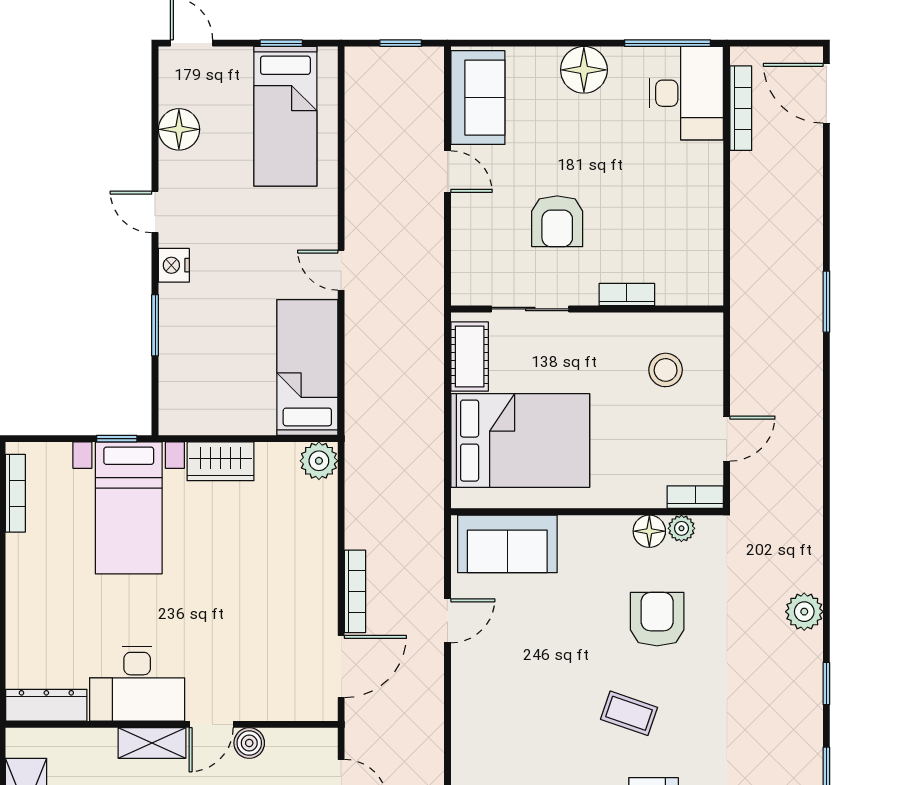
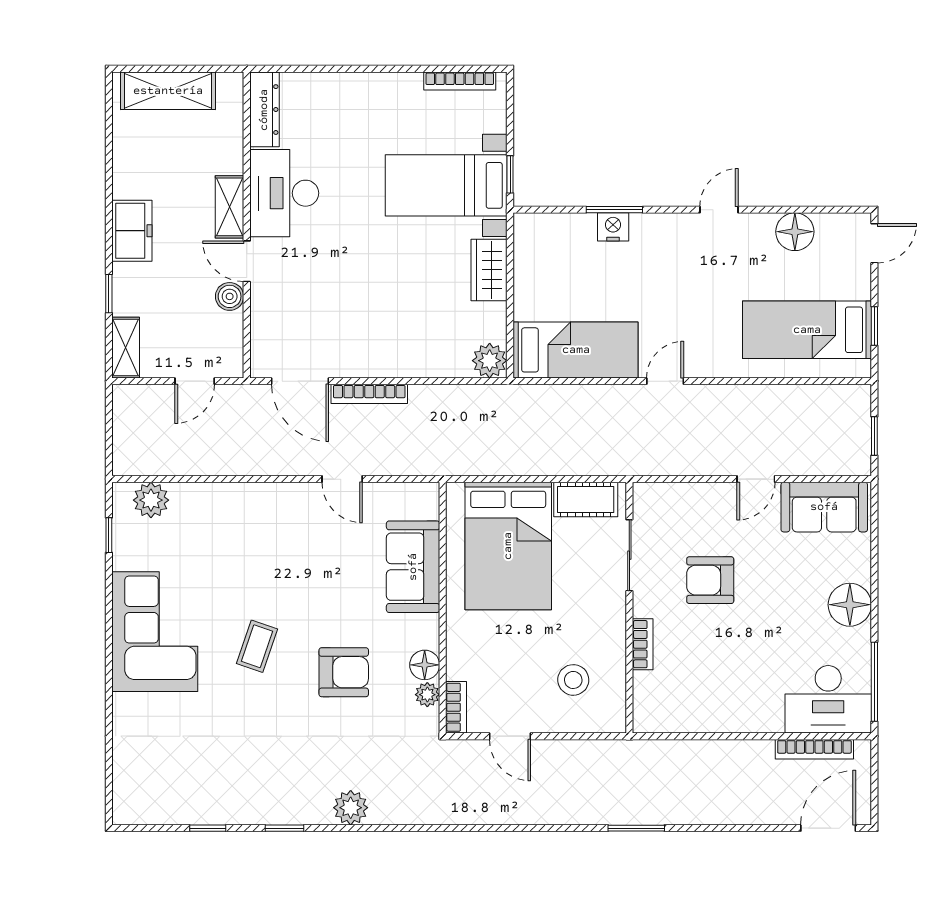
nightstand: (174, 265) -> (613, 227), moved
sofa: (507, 544) -> (413, 567), moved

